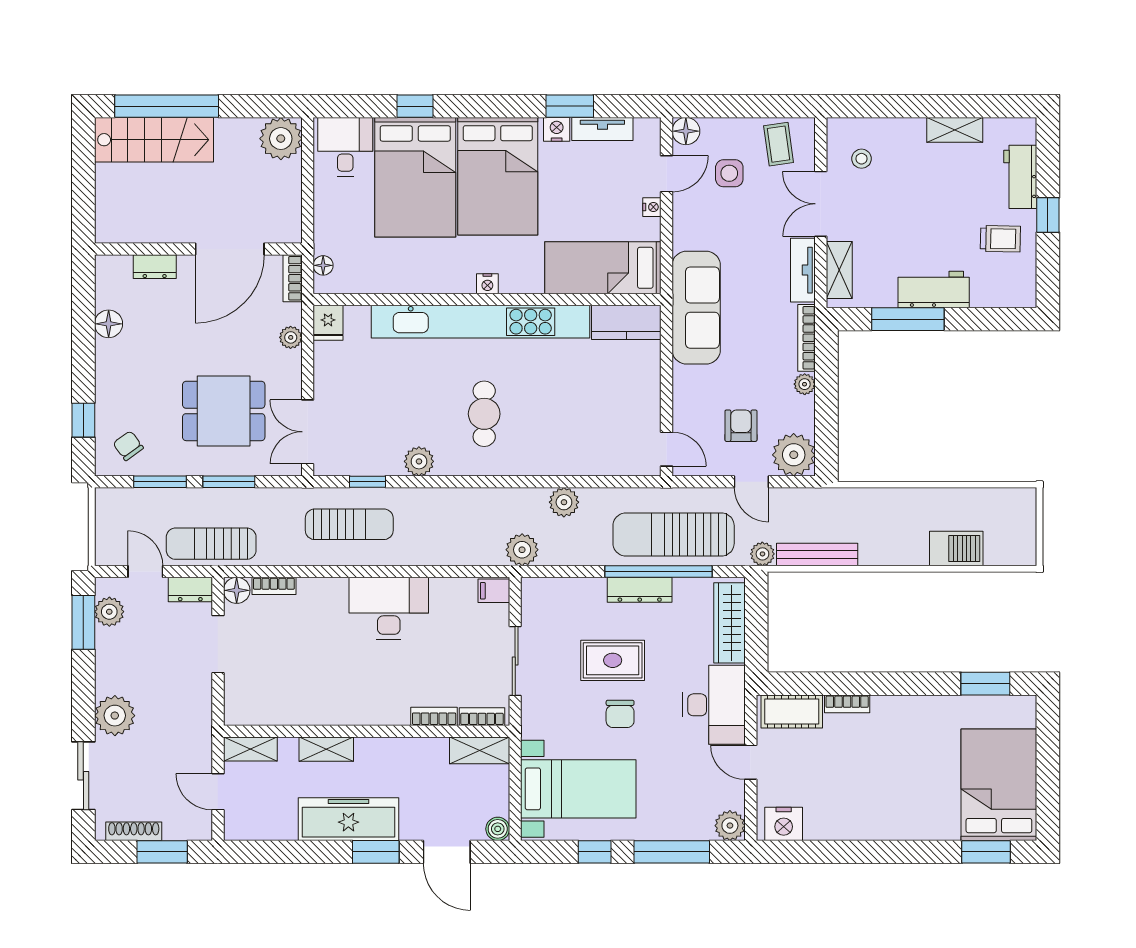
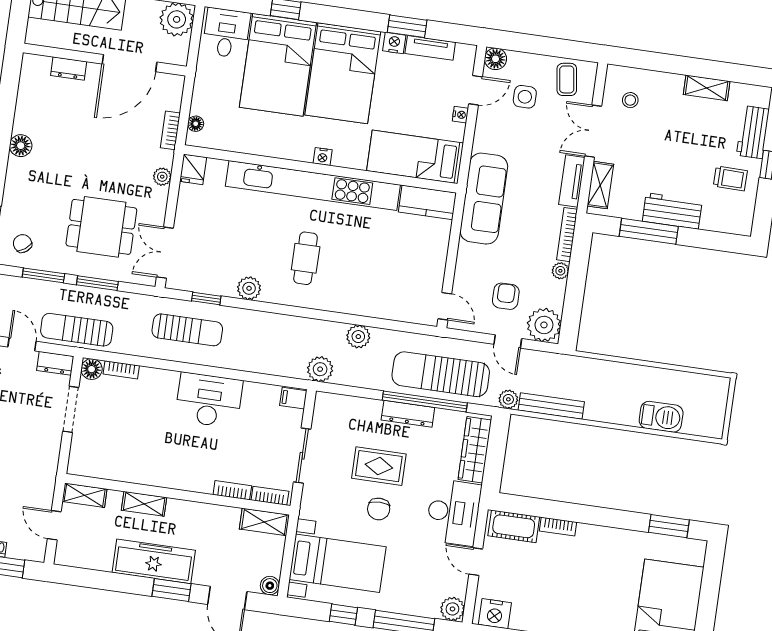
wall: (198, 249) -> (105, 60), moved
door: (230, 249) -> (130, 63), moved
dresser: (155, 267) -> (69, 69), moved

